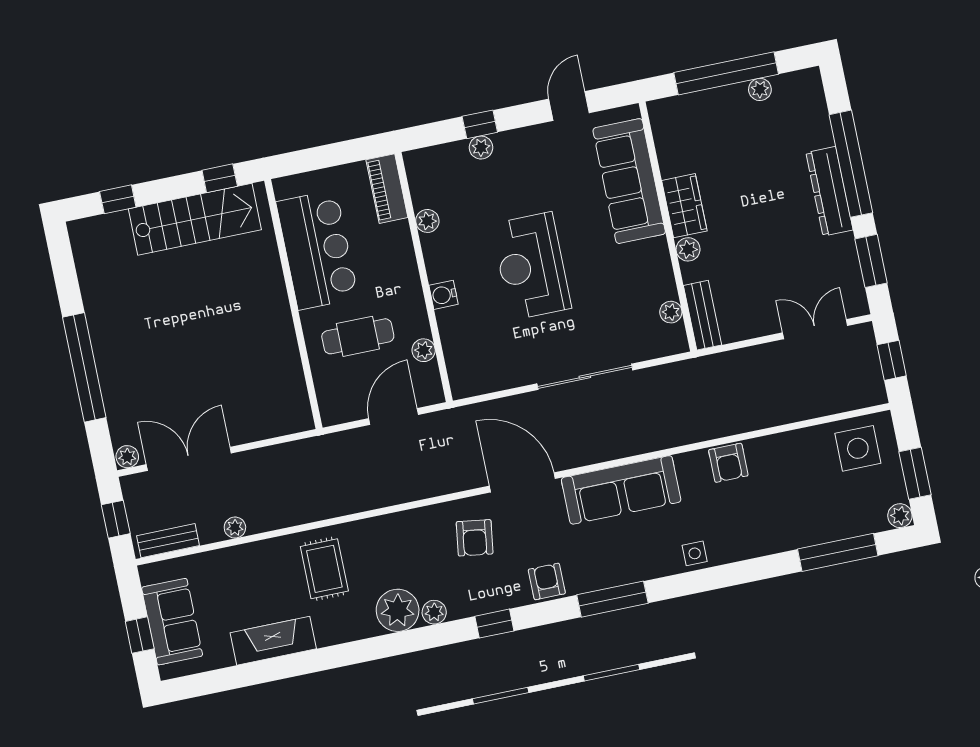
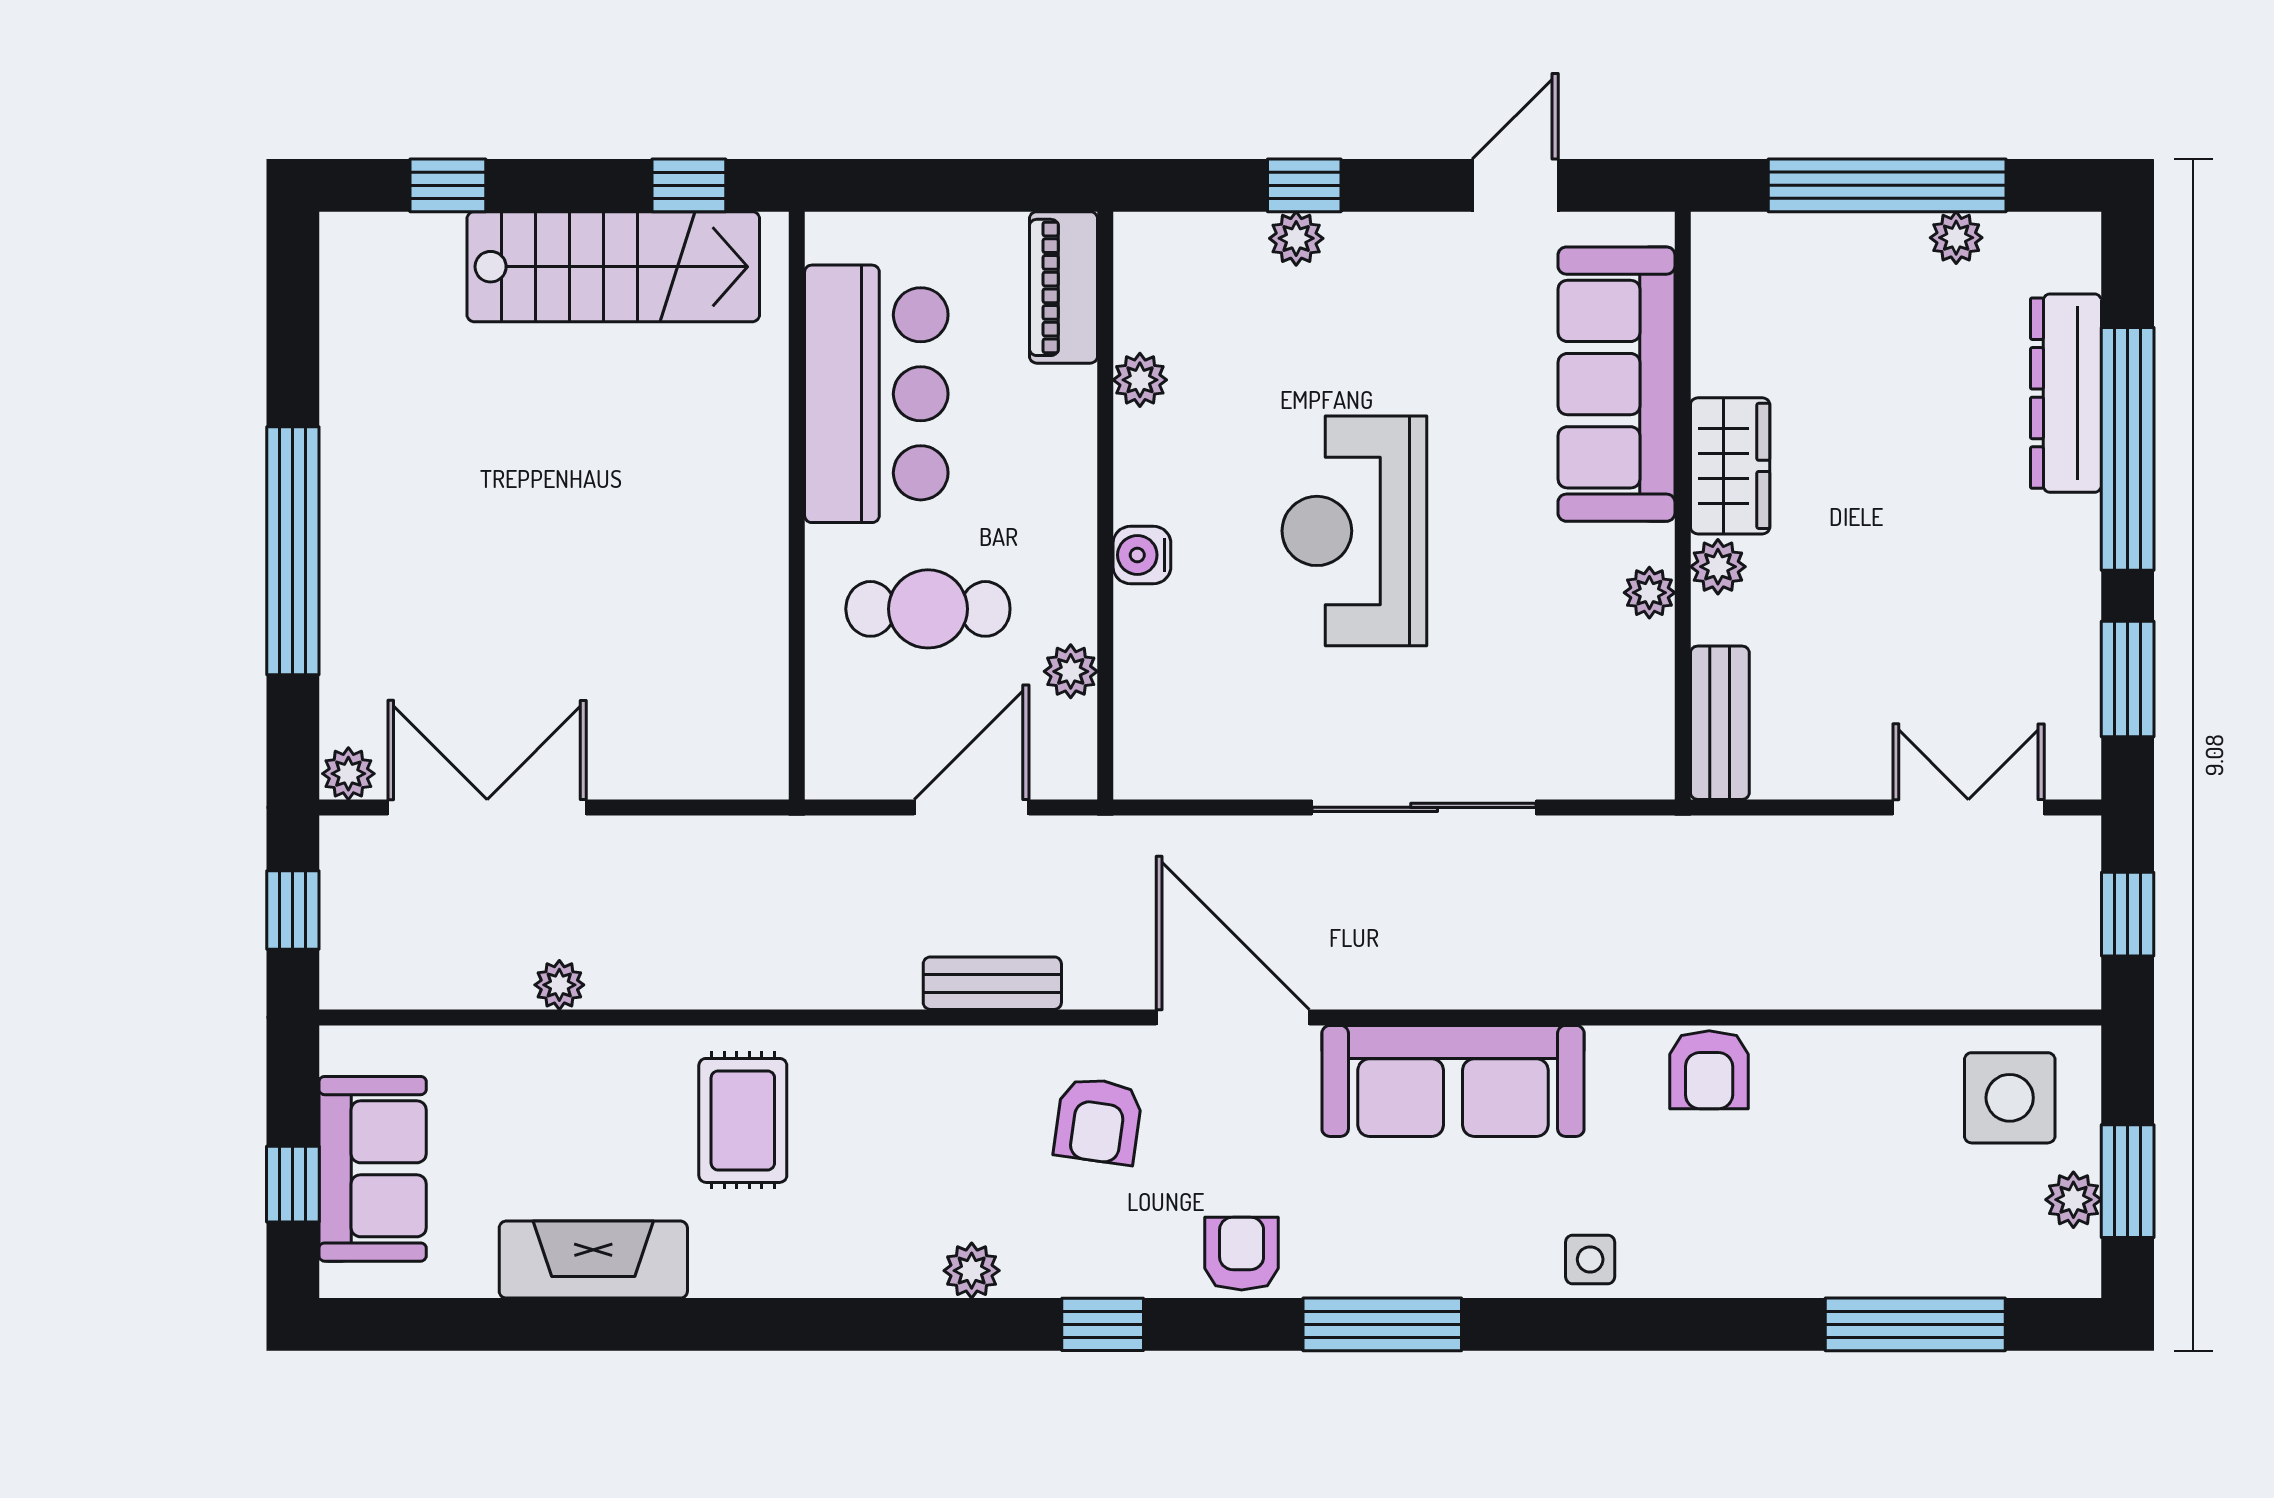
dresser: (829, 191) -> (2066, 393), moved
plant: (671, 312) -> (1649, 593), moved
plant: (900, 516) -> (2073, 1200), moved
bench: (168, 541) -> (992, 983), moved
plant: (398, 610) -> (889, 1249), removed

